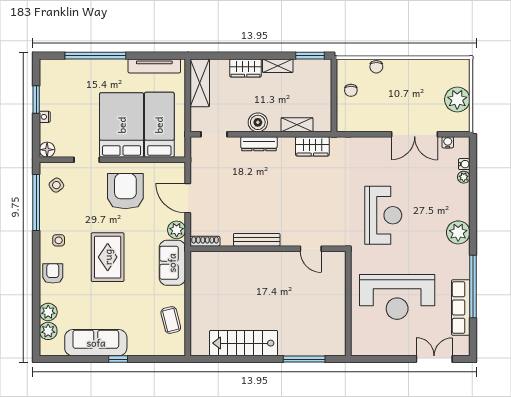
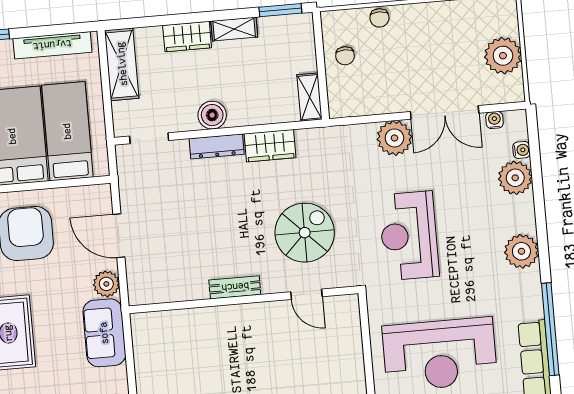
shelving: (297, 125) -> (310, 97), moved, turned 90
wardrobe: (312, 146) -> (270, 146), moved
plant: (379, 149) -> (394, 138), added
plant: (464, 177) -> (515, 178), width x1.87, depth x1.87
spiral stairs: (313, 207) -> (305, 233), added
reception desk: (383, 215) -> (409, 236), turned 180
bench: (257, 240) -> (235, 287), width x0.73
shoe rack: (205, 241) -> (150, 297), removed

